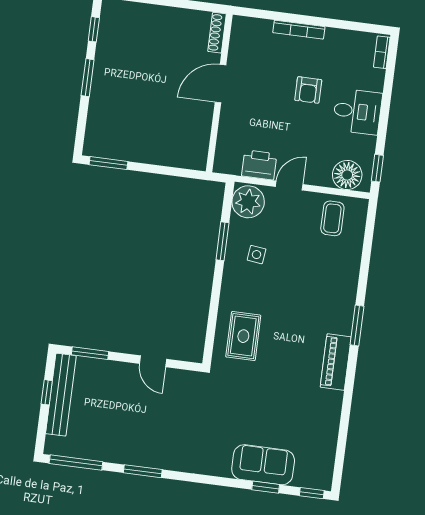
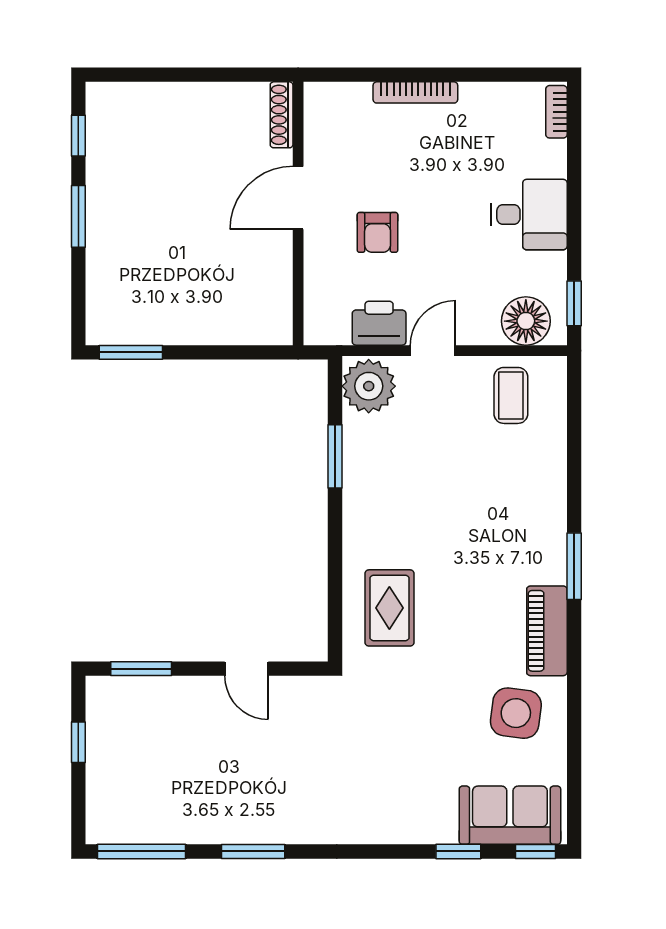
armchair: (308, 90) -> (378, 232), moved
side table: (257, 255) -> (516, 713), moved, width x1.87, depth x1.87
bench: (61, 395) -> (102, 743), removed
sofa: (263, 465) -> (510, 815), moved

